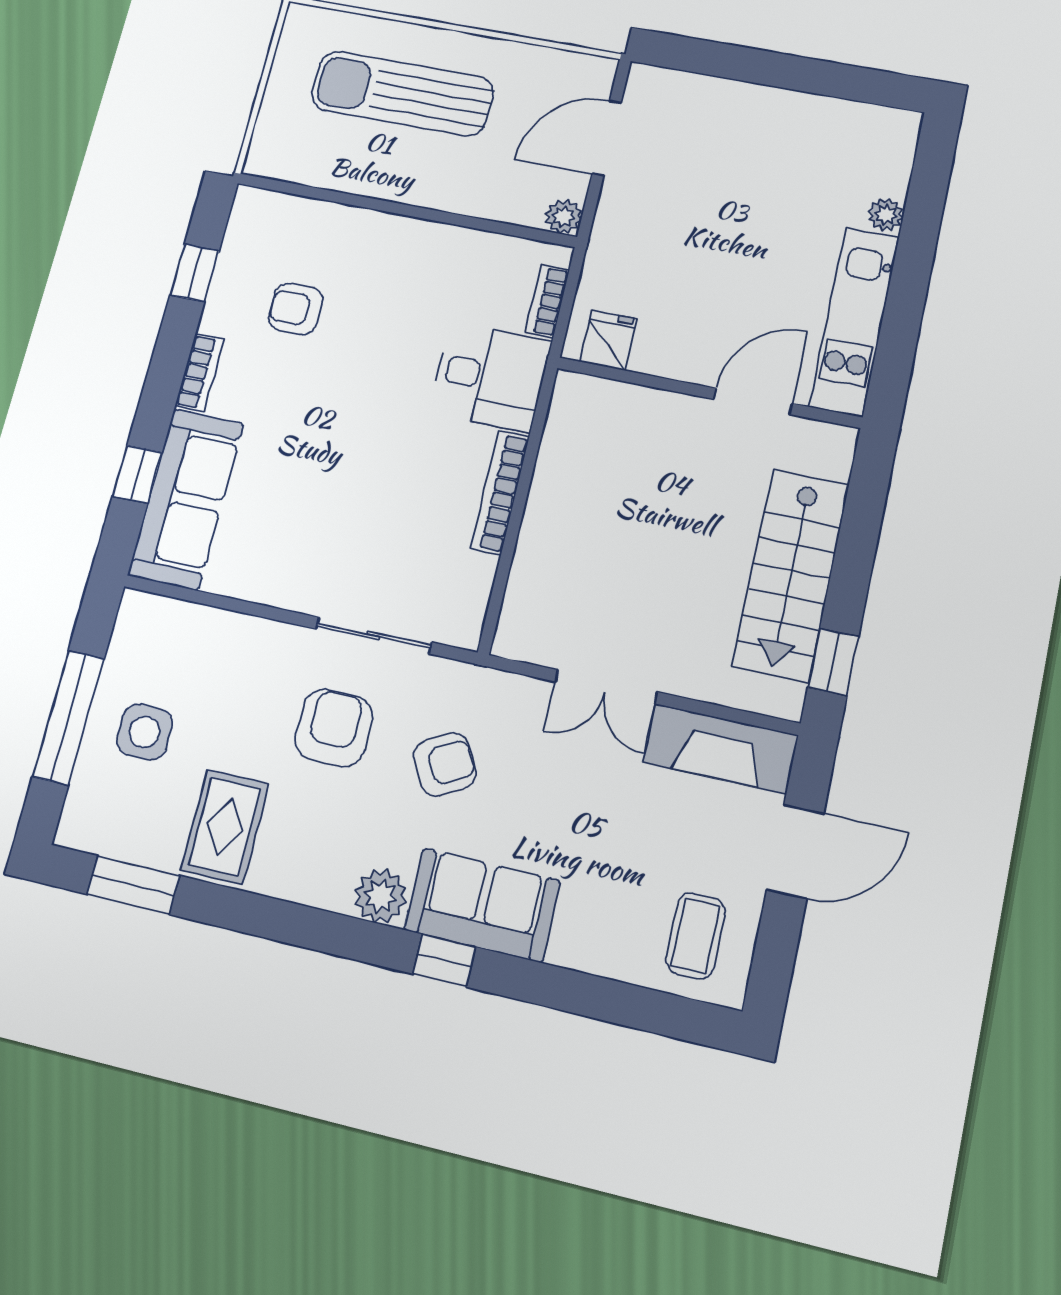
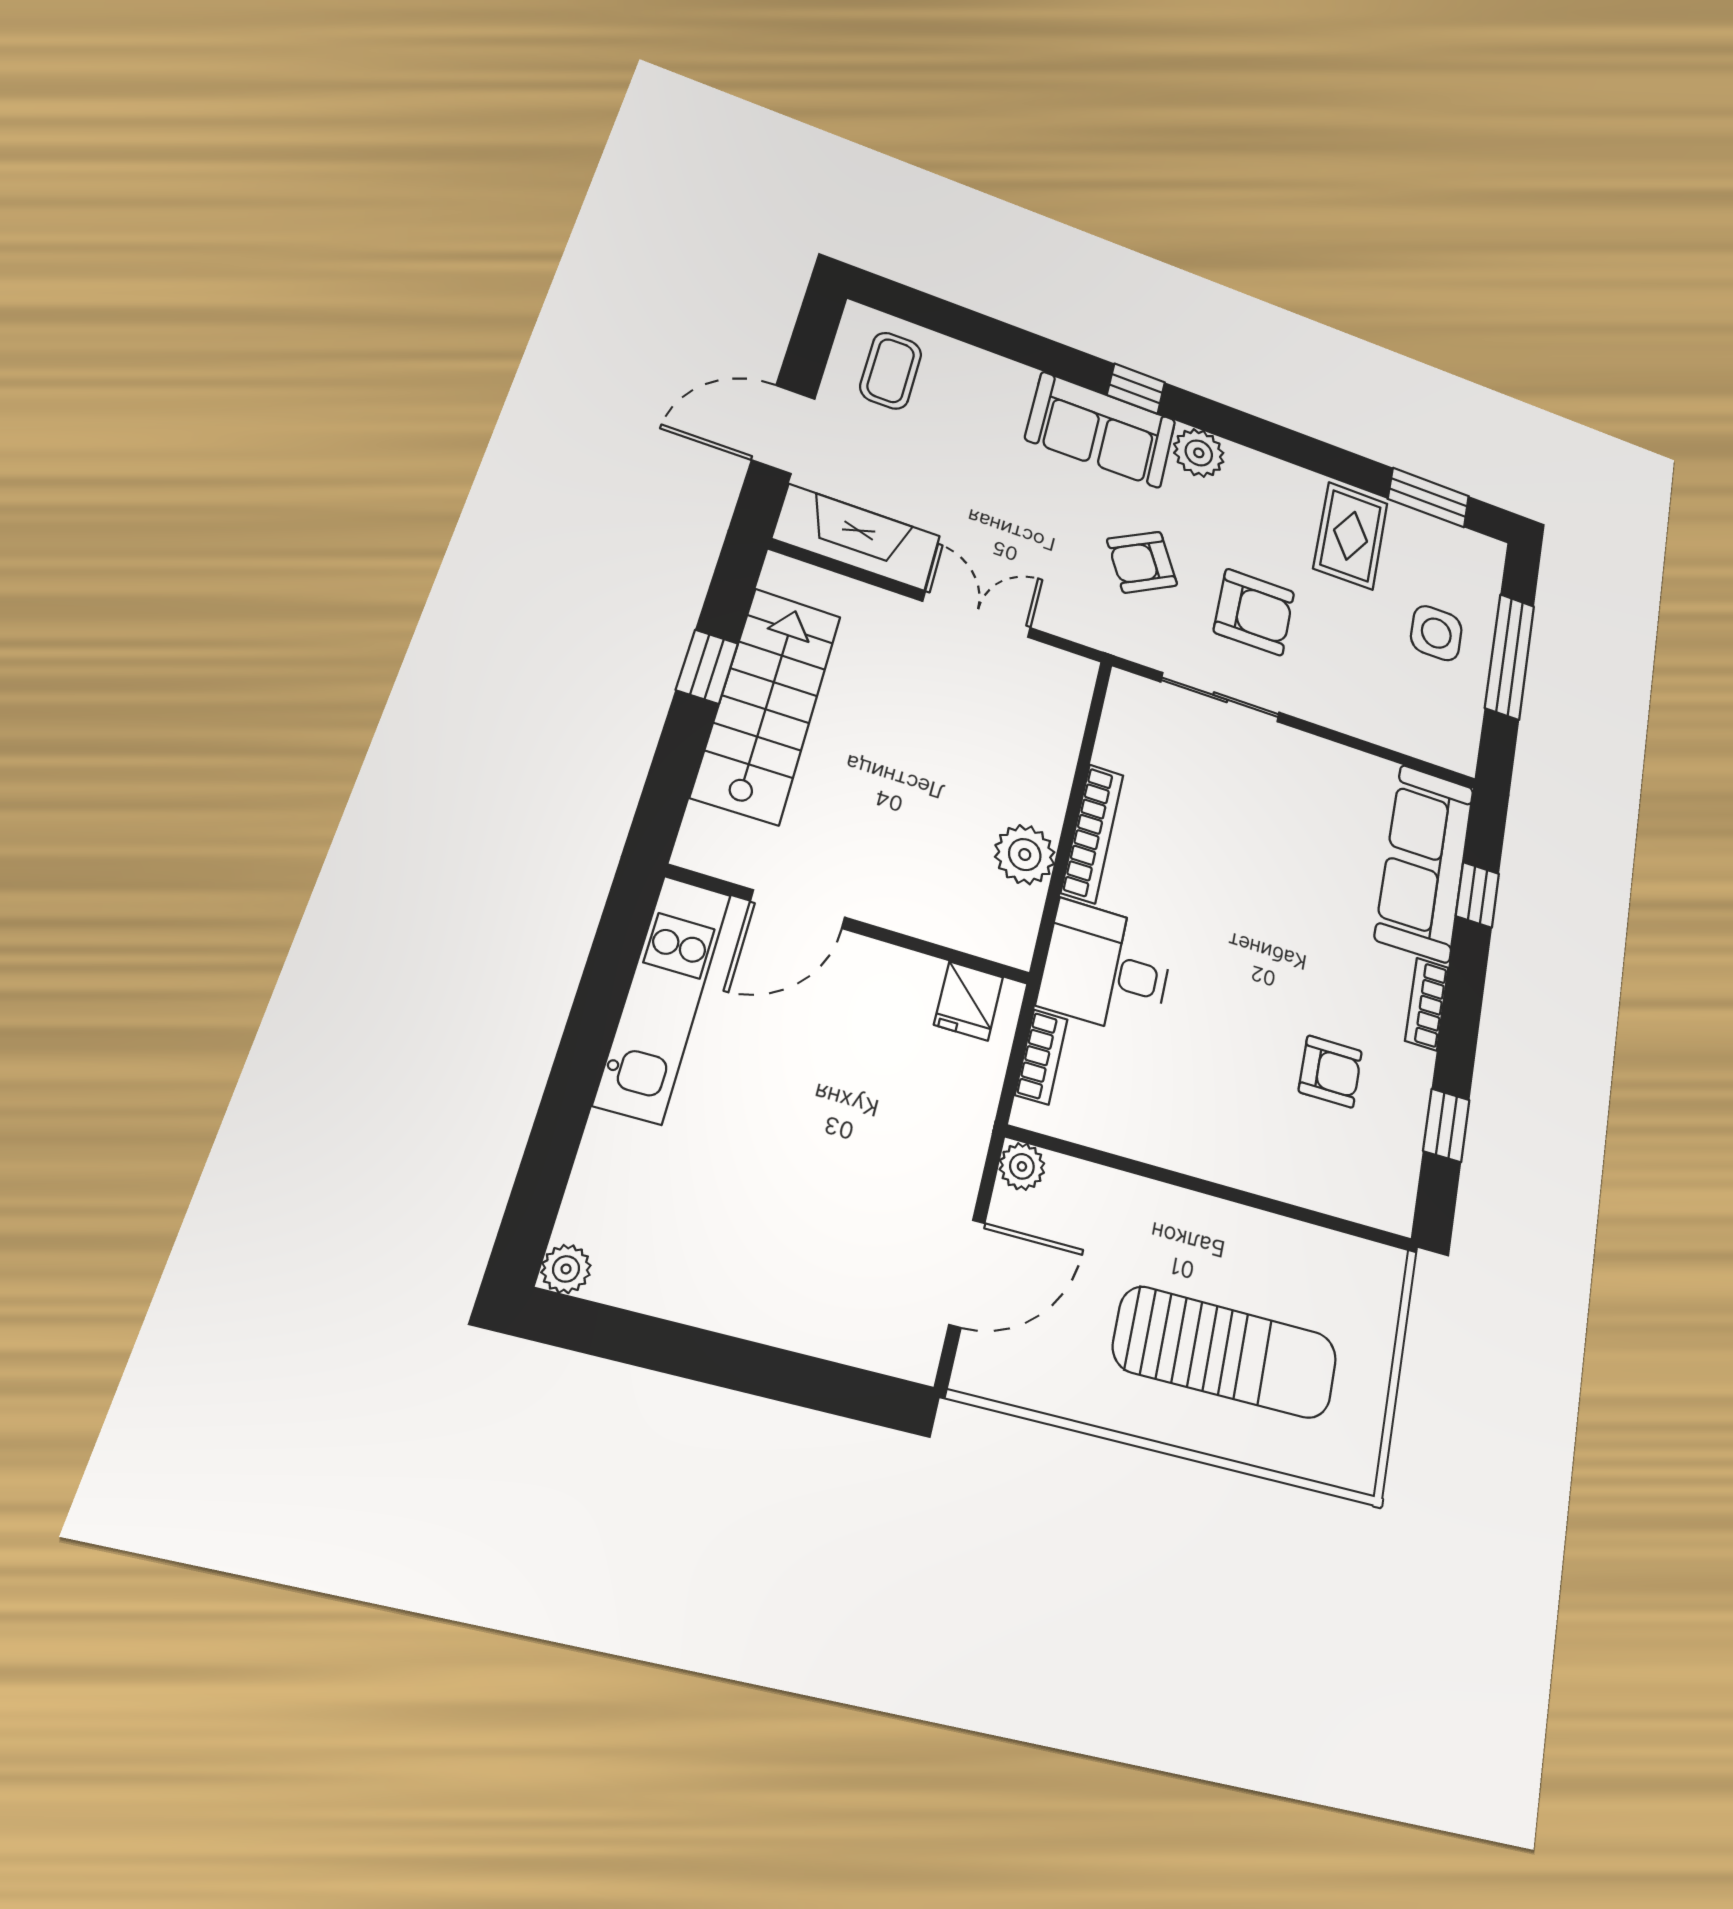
plant: (886, 215) -> (566, 1269), moved
plant: (561, 467) -> (1025, 855), added
window: (833, 662) -> (707, 667), moved
armchair: (334, 728) -> (1254, 612), turned -90

